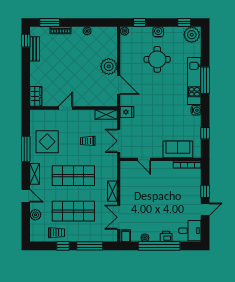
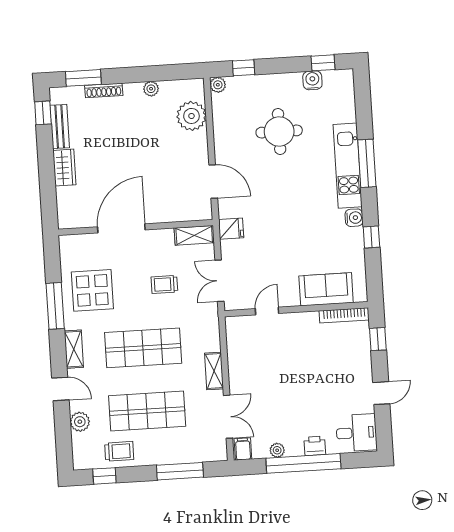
water cooler: (158, 32) -> (312, 80), moved
plant: (192, 35) -> (338, 84), removed
plant: (109, 66) -> (191, 116), moved
wardrobe: (36, 96) -> (64, 168), moved
door: (66, 108) -> (121, 228), width x1.87
window: (205, 133) -> (371, 237), moved
door: (144, 159) -> (267, 311), swing flipped
window: (205, 191) -> (378, 339), moved
double door: (119, 217) -> (228, 417), swing flipped
window: (63, 246) -> (104, 476), moved

